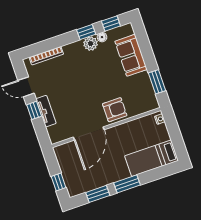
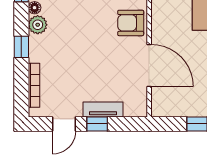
window: (86, 32) -> (21, 47), moved
armchair: (115, 110) -> (131, 23), turned -90

